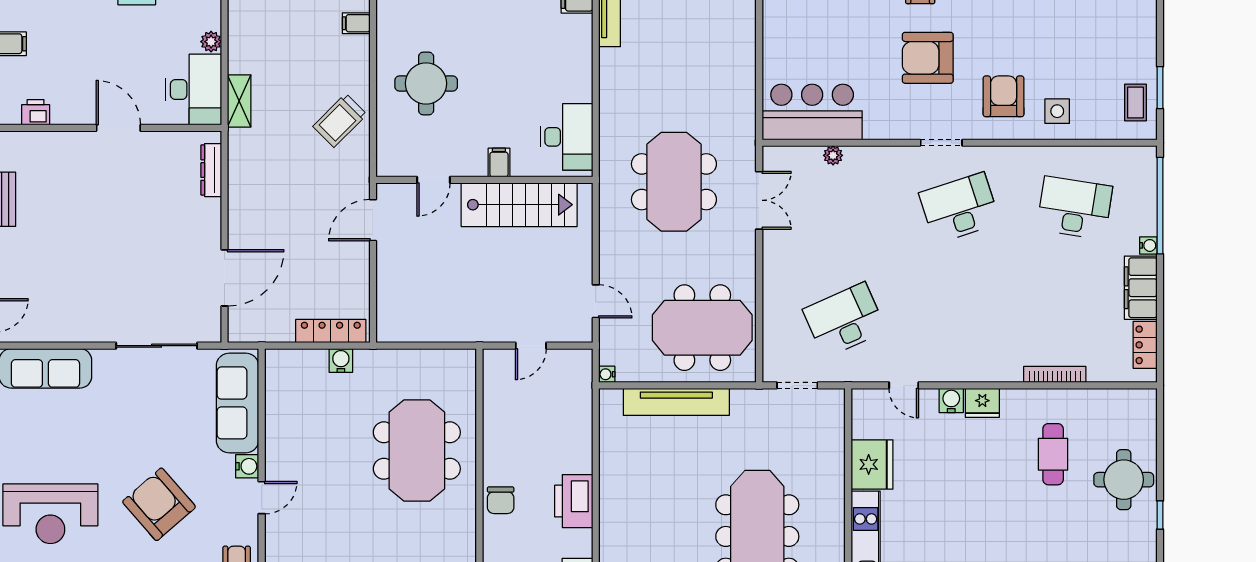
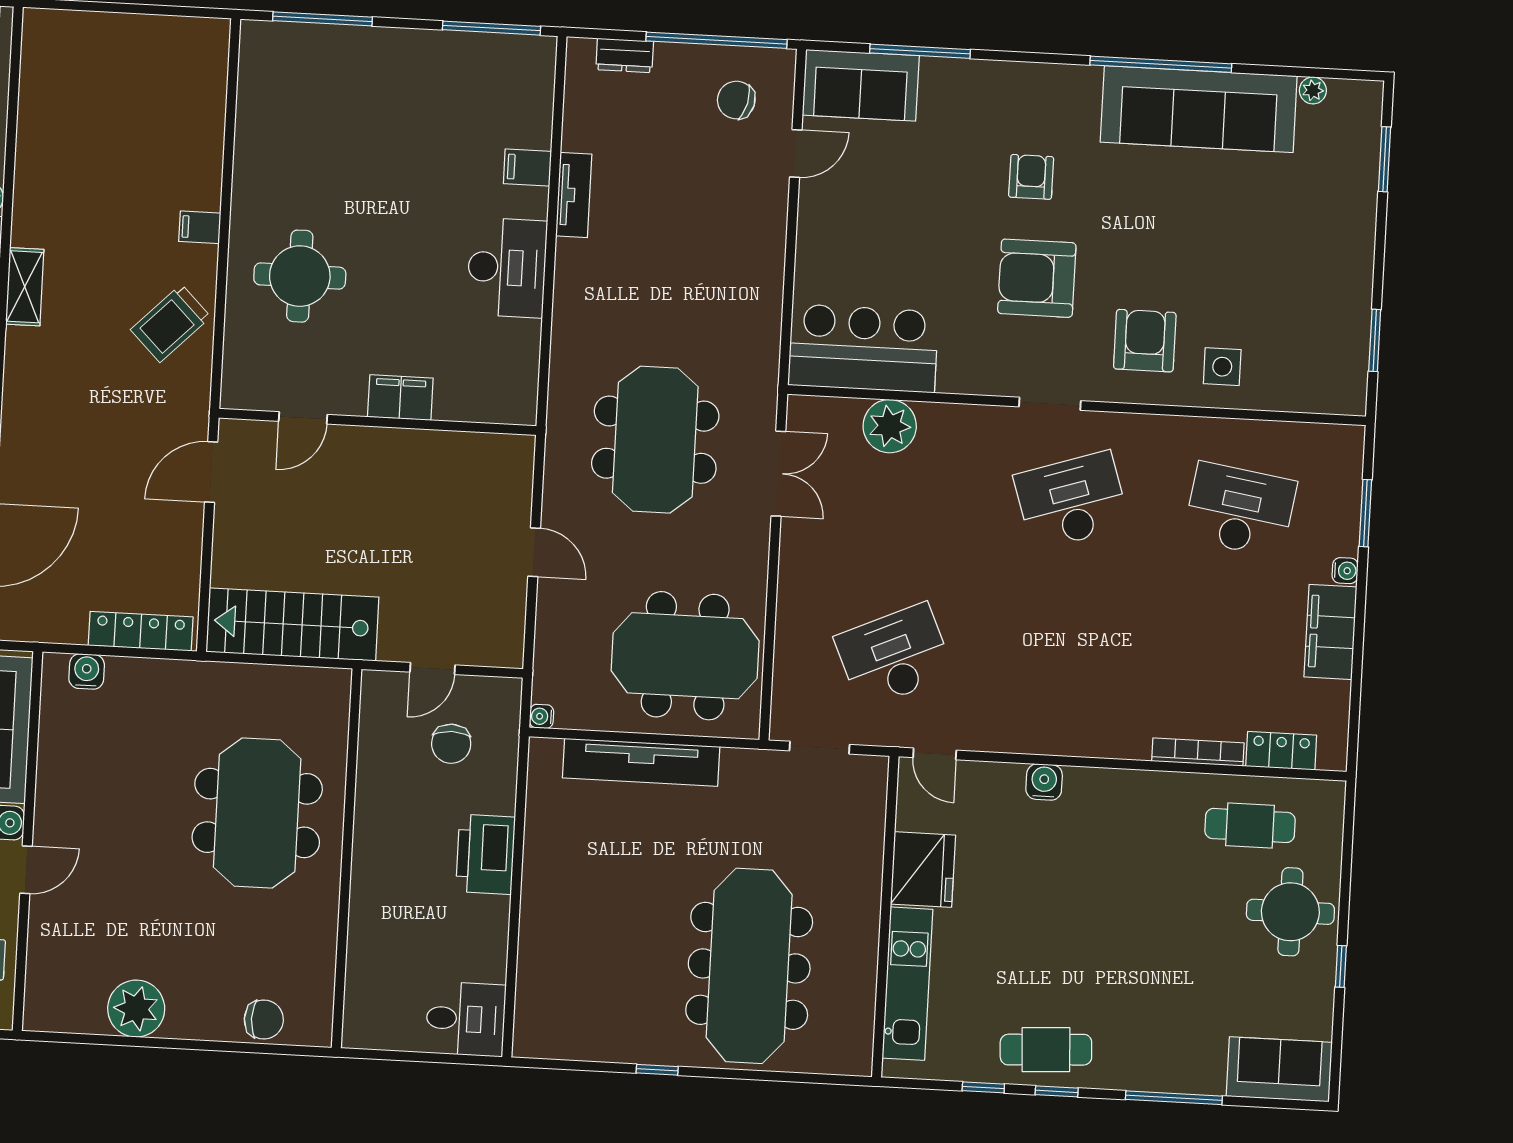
filing cabinet: (356, 23) -> (200, 227), moved
coffee table: (1135, 103) -> (1338, 360), removed
desk: (567, 137) -> (507, 268), moved
plant: (833, 155) -> (890, 426), width x1.87, depth x1.87
filing cabinet: (499, 162) -> (400, 398), width x2.00
stairs: (519, 205) -> (292, 624), moved, turned 180
window: (1160, 206) -> (1365, 513), width x0.47
door: (596, 301) -> (534, 552), moved
locker: (1145, 345) -> (1281, 751), moved, turned 90
water cooler: (341, 361) -> (87, 672), moved
door: (904, 385) -> (935, 754), moved
fridge: (982, 403) -> (1089, 788), removed
cafe table: (1053, 454) -> (1250, 825), moved, turned 90
chair: (501, 500) -> (451, 744), moved
printer: (574, 501) -> (485, 854), moved

